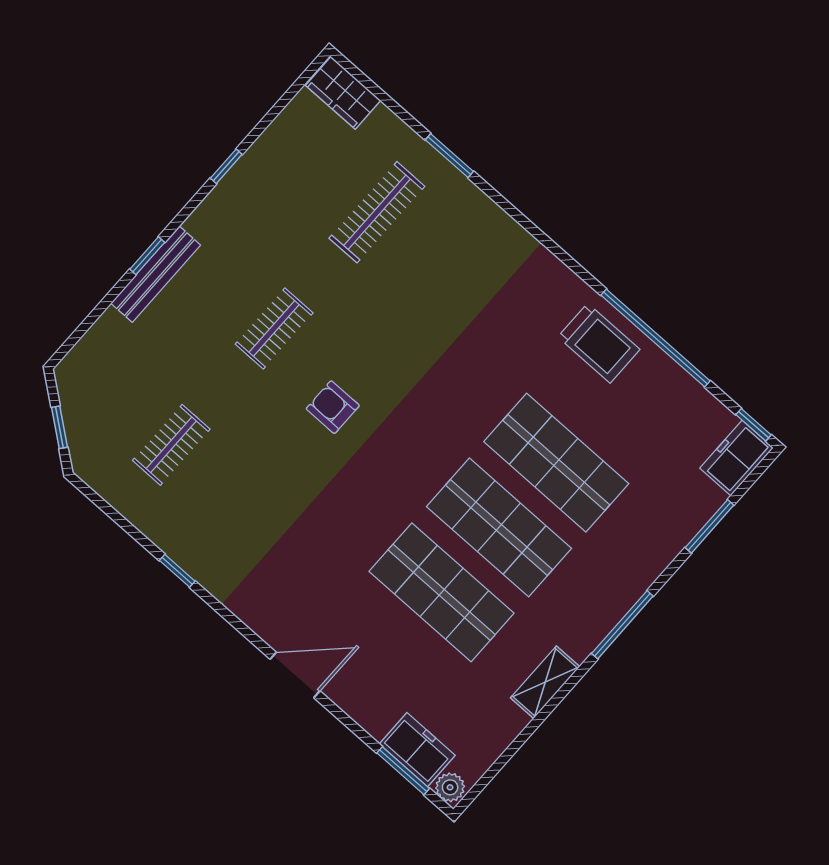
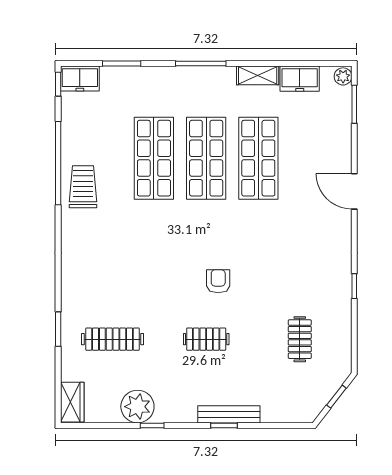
plant: (266, 169) -> (137, 407), added
armchair: (333, 407) -> (218, 281), turned 180
clothes rail: (171, 445) -> (300, 339), turned 90
freezer: (417, 750) -> (300, 79), moved, turned -90

